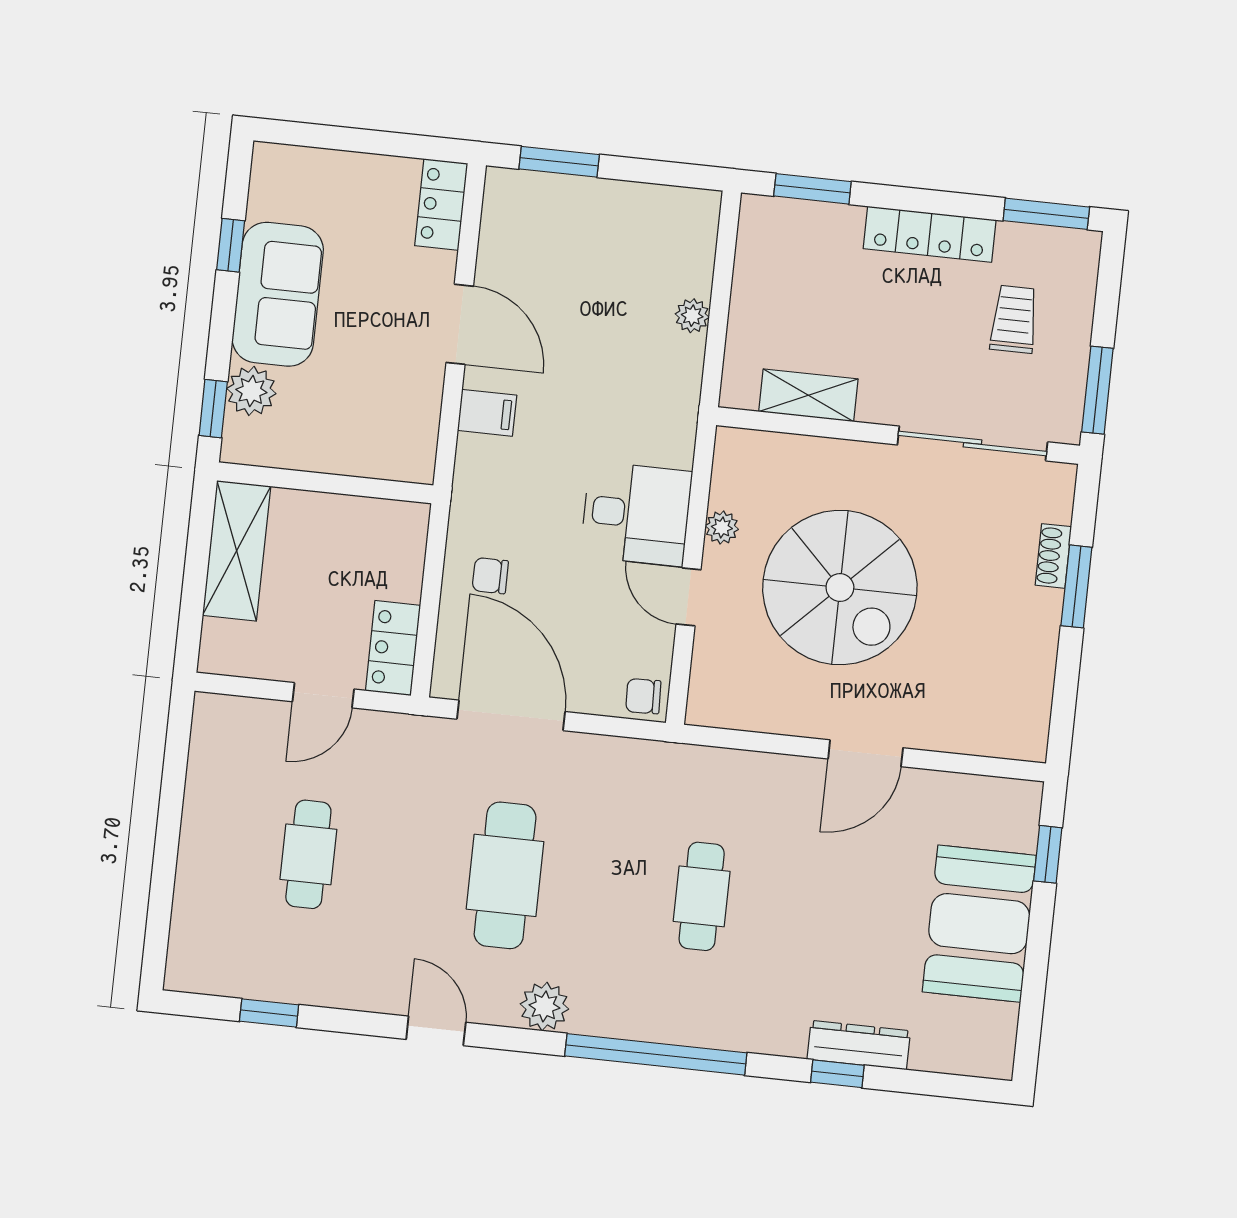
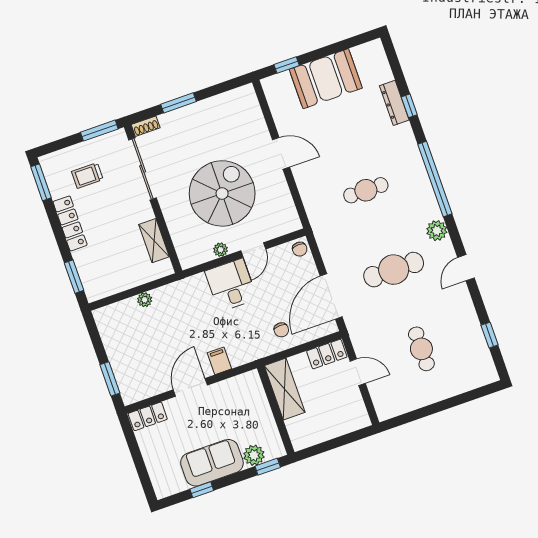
shelving: (237, 551) -> (285, 389), moved, turned 90
shoe rack: (1053, 556) -> (146, 126), moved
cafe table: (308, 854) -> (421, 349), turned 90

